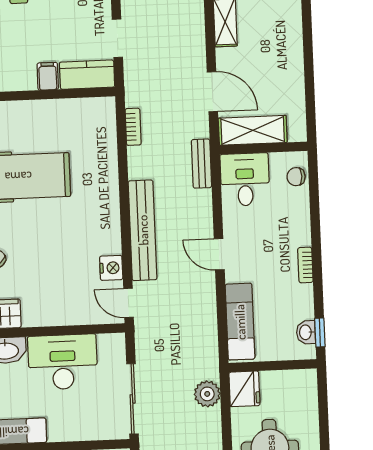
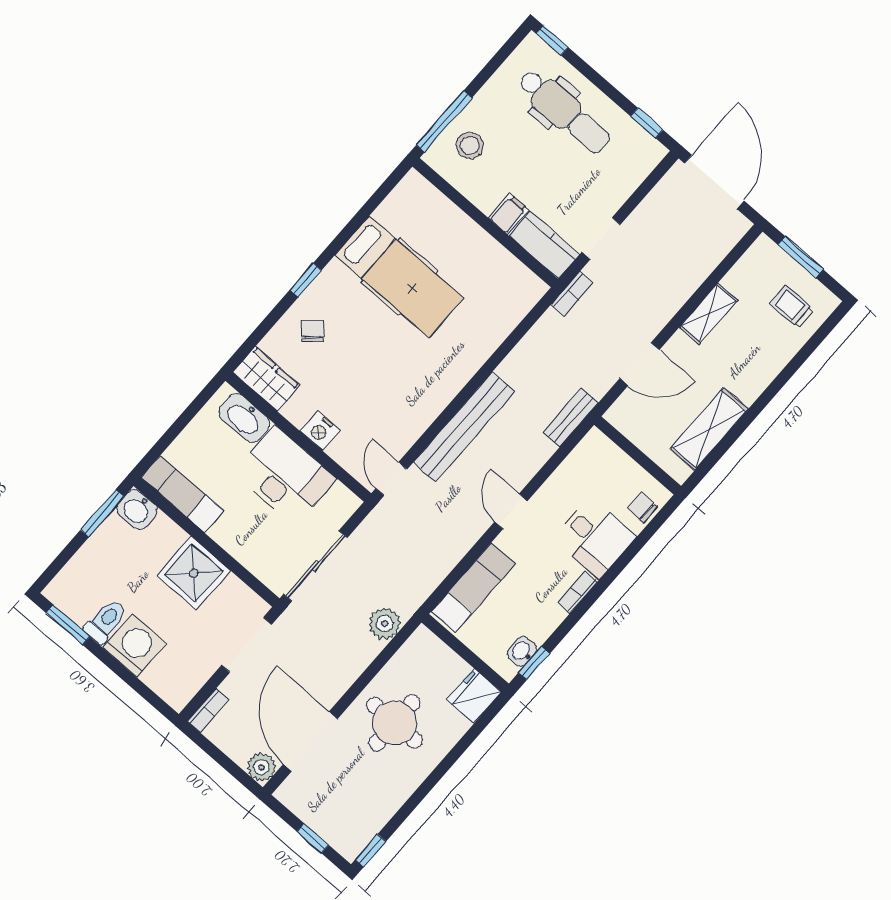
door: (212, 92) -> (640, 364), hinge flipped
bookcase: (133, 127) -> (572, 294), moved
shelving: (253, 130) -> (709, 429), moved, turned 90
desk: (245, 180) -> (595, 538), moved, turned 90
nightstand: (111, 268) -> (320, 431), moved, turned 90
fridge: (244, 389) -> (474, 696), moved, turned 180

